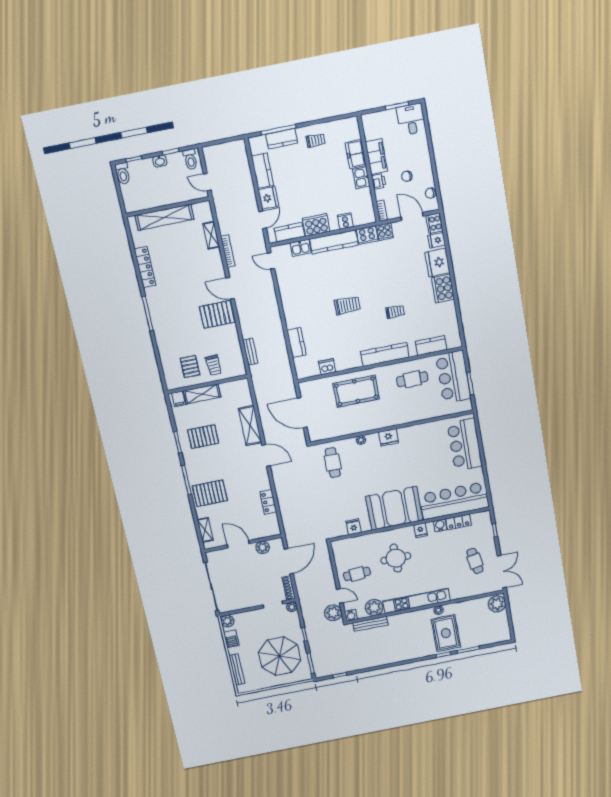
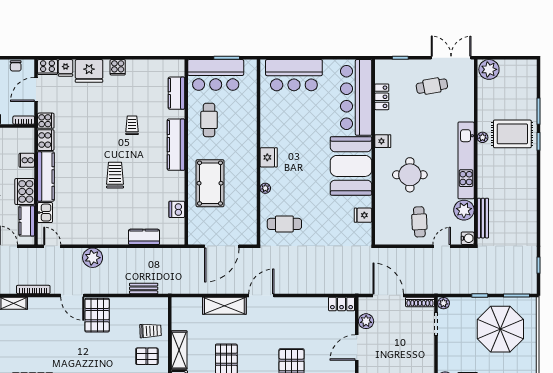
door: (271, 261) -> (52, 246), swing flipped
door: (230, 288) -> (72, 295), hinge flipped
cooker: (443, 289) -> (118, 67), width x0.53, depth x0.76
locker: (268, 502) -> (342, 304), moved
water cooler: (440, 525) -> (382, 118), removed
plant: (333, 613) -> (93, 258), moved

